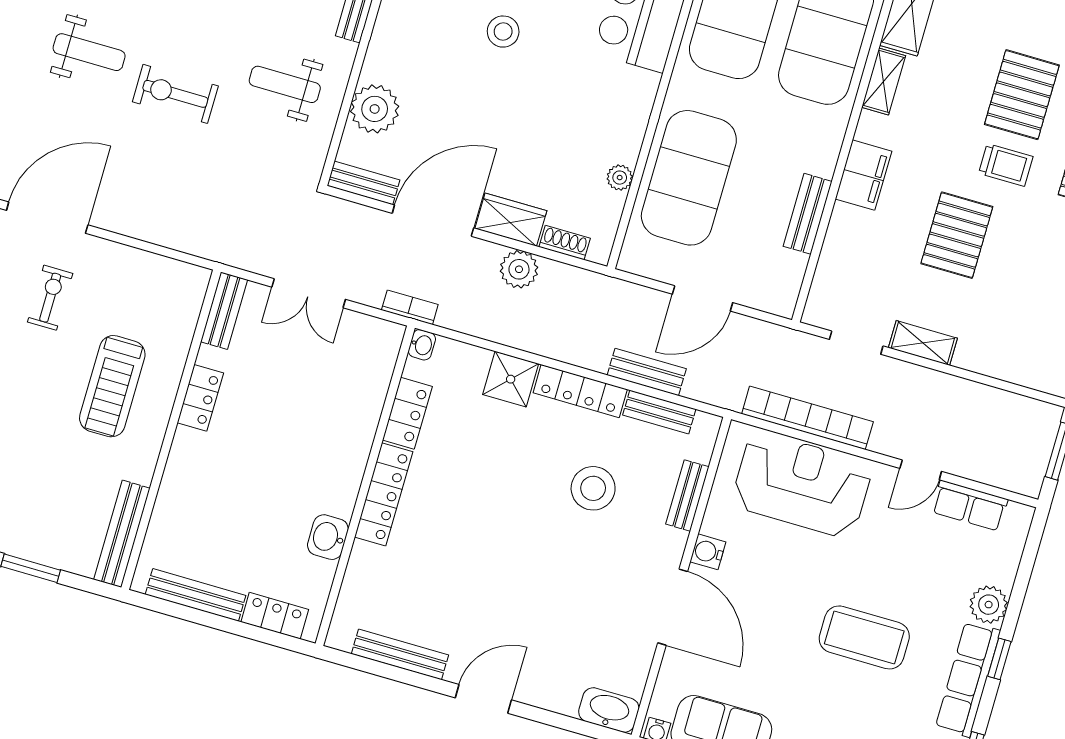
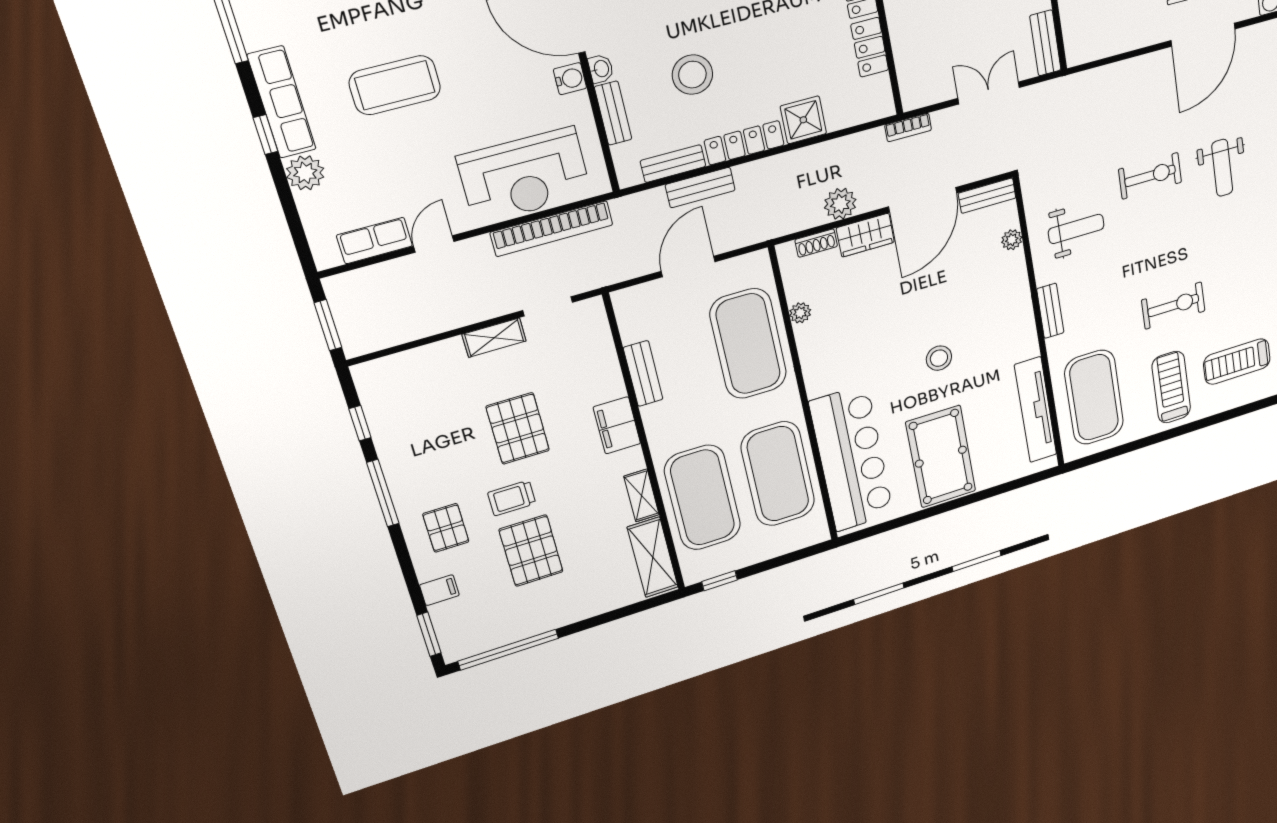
weight bench: (89, 52) -> (1222, 168), turned -90
plant: (375, 109) -> (1012, 240), width x0.53, depth x0.53
washbasin: (422, 345) -> (601, 69), moved, turned 180

